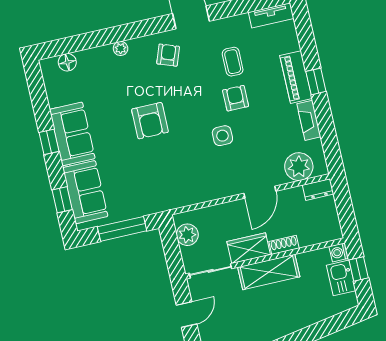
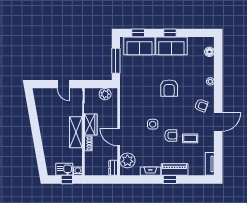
armchair: (150, 121) -> (169, 88), turned -90

